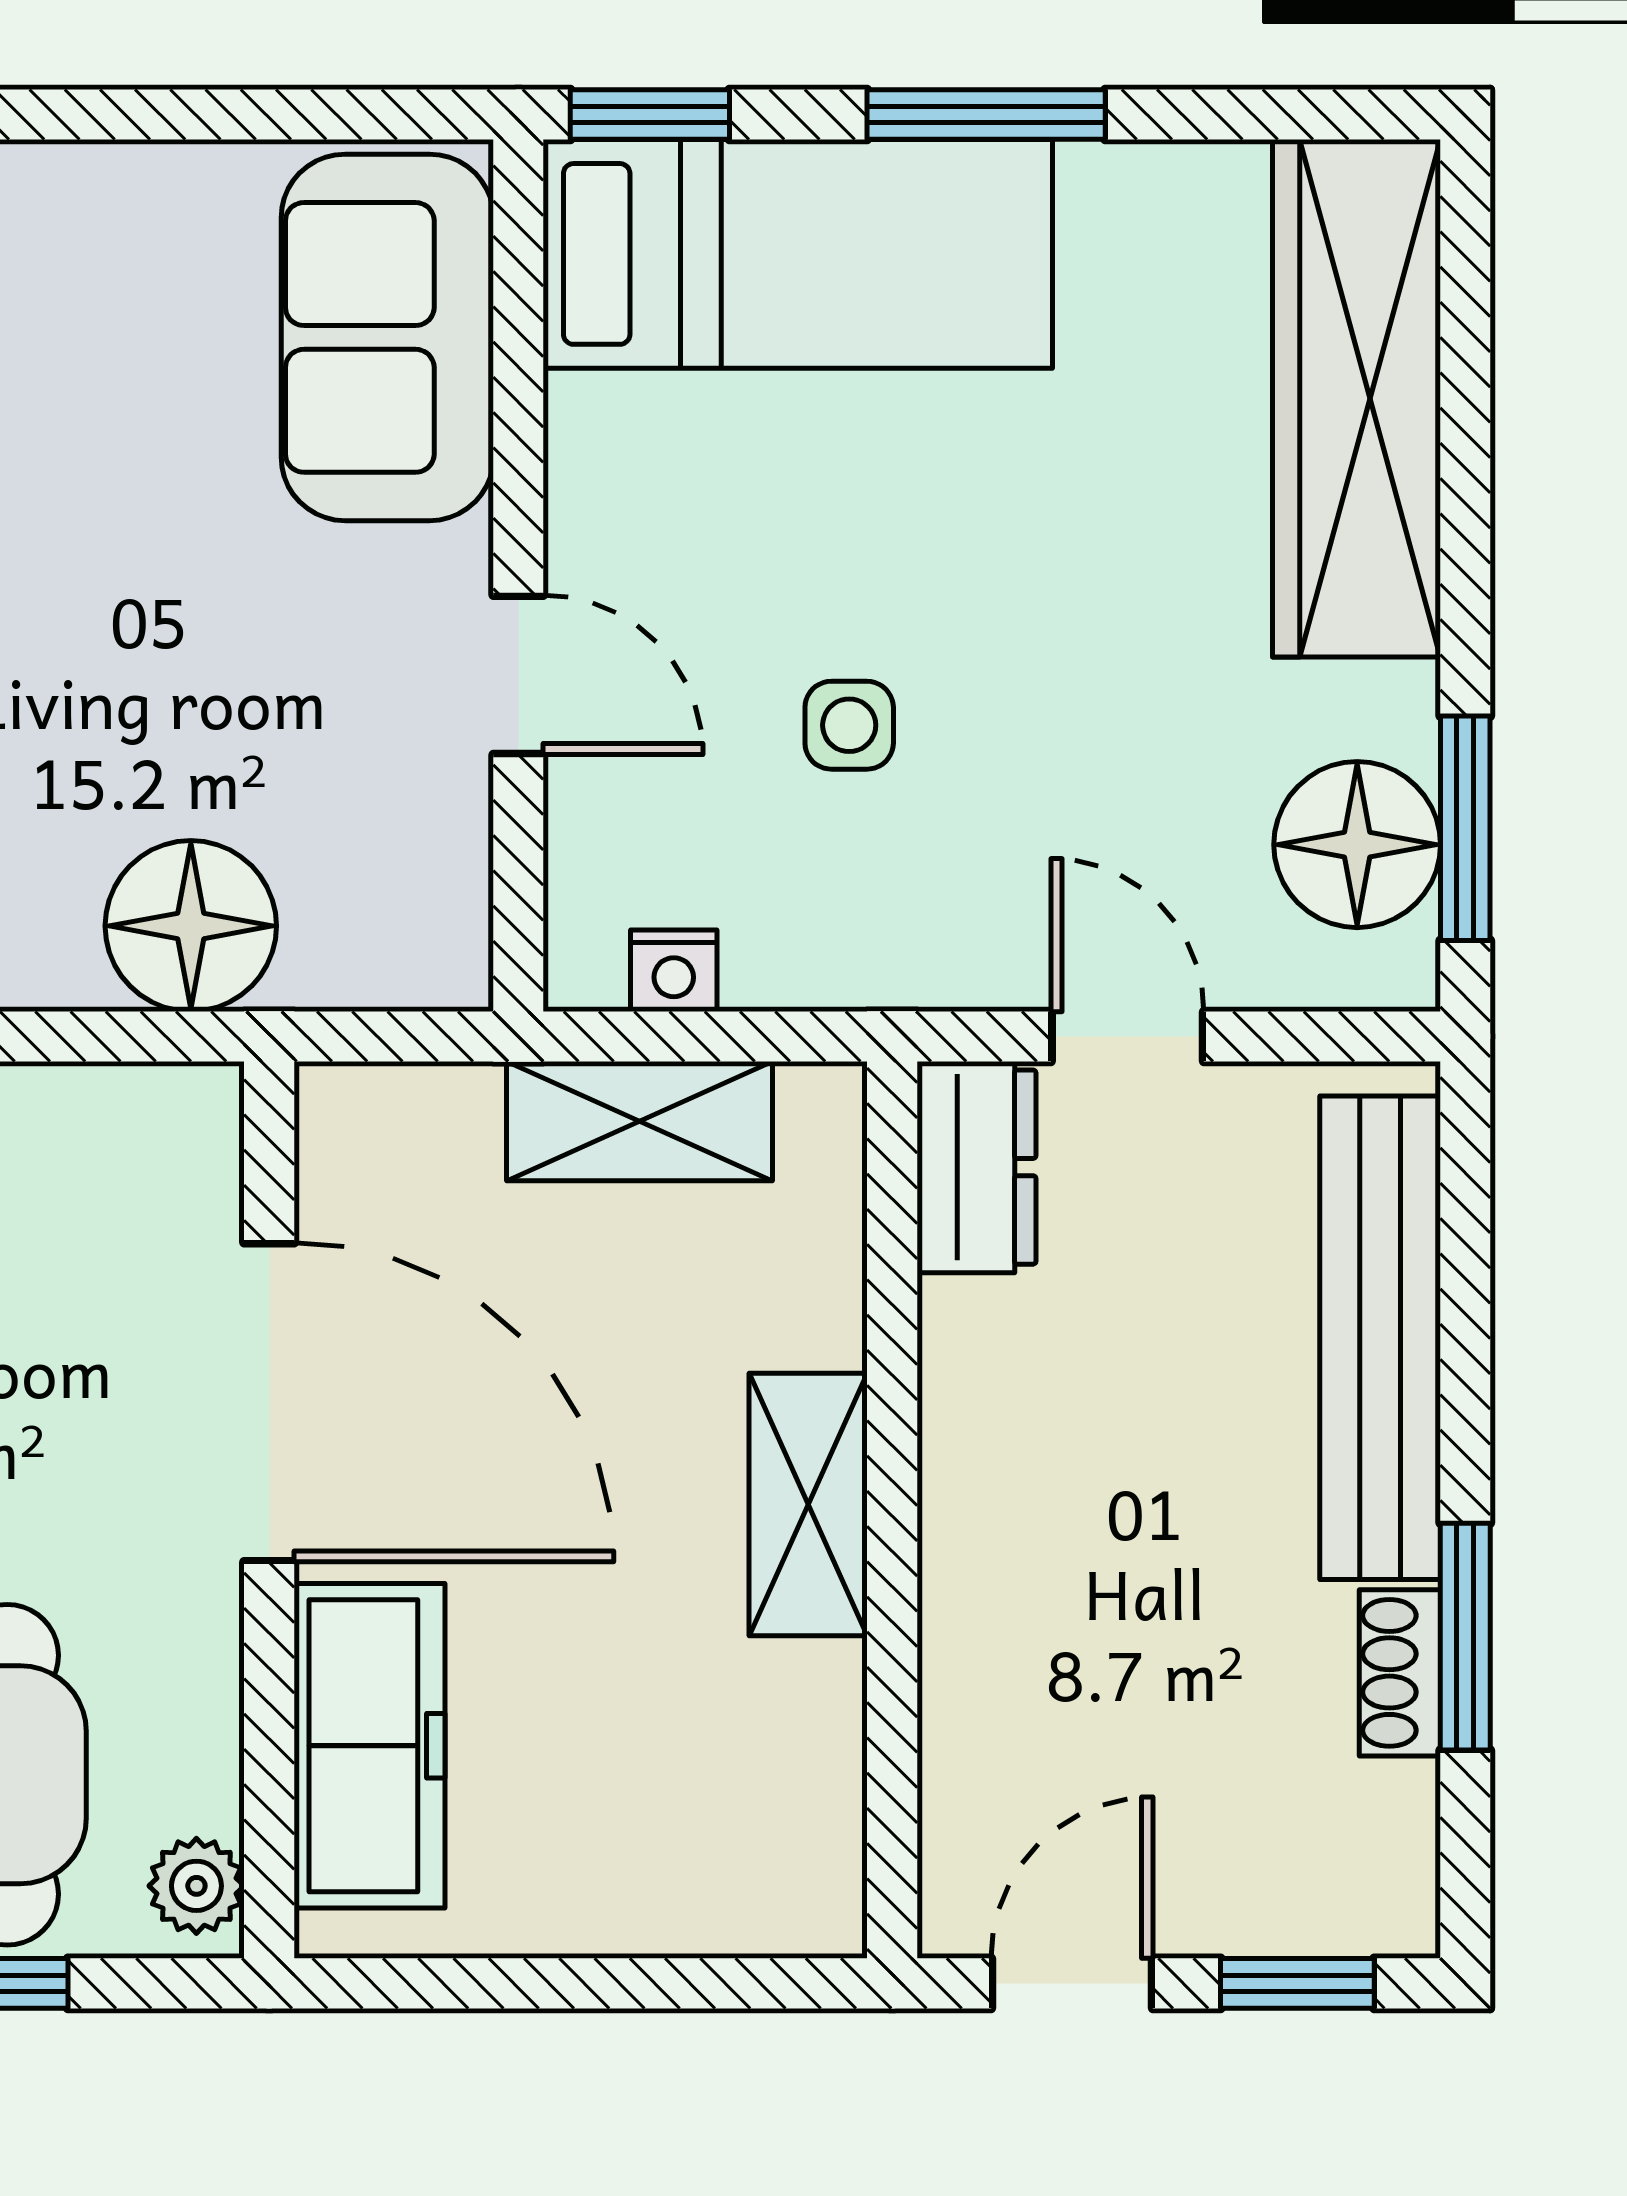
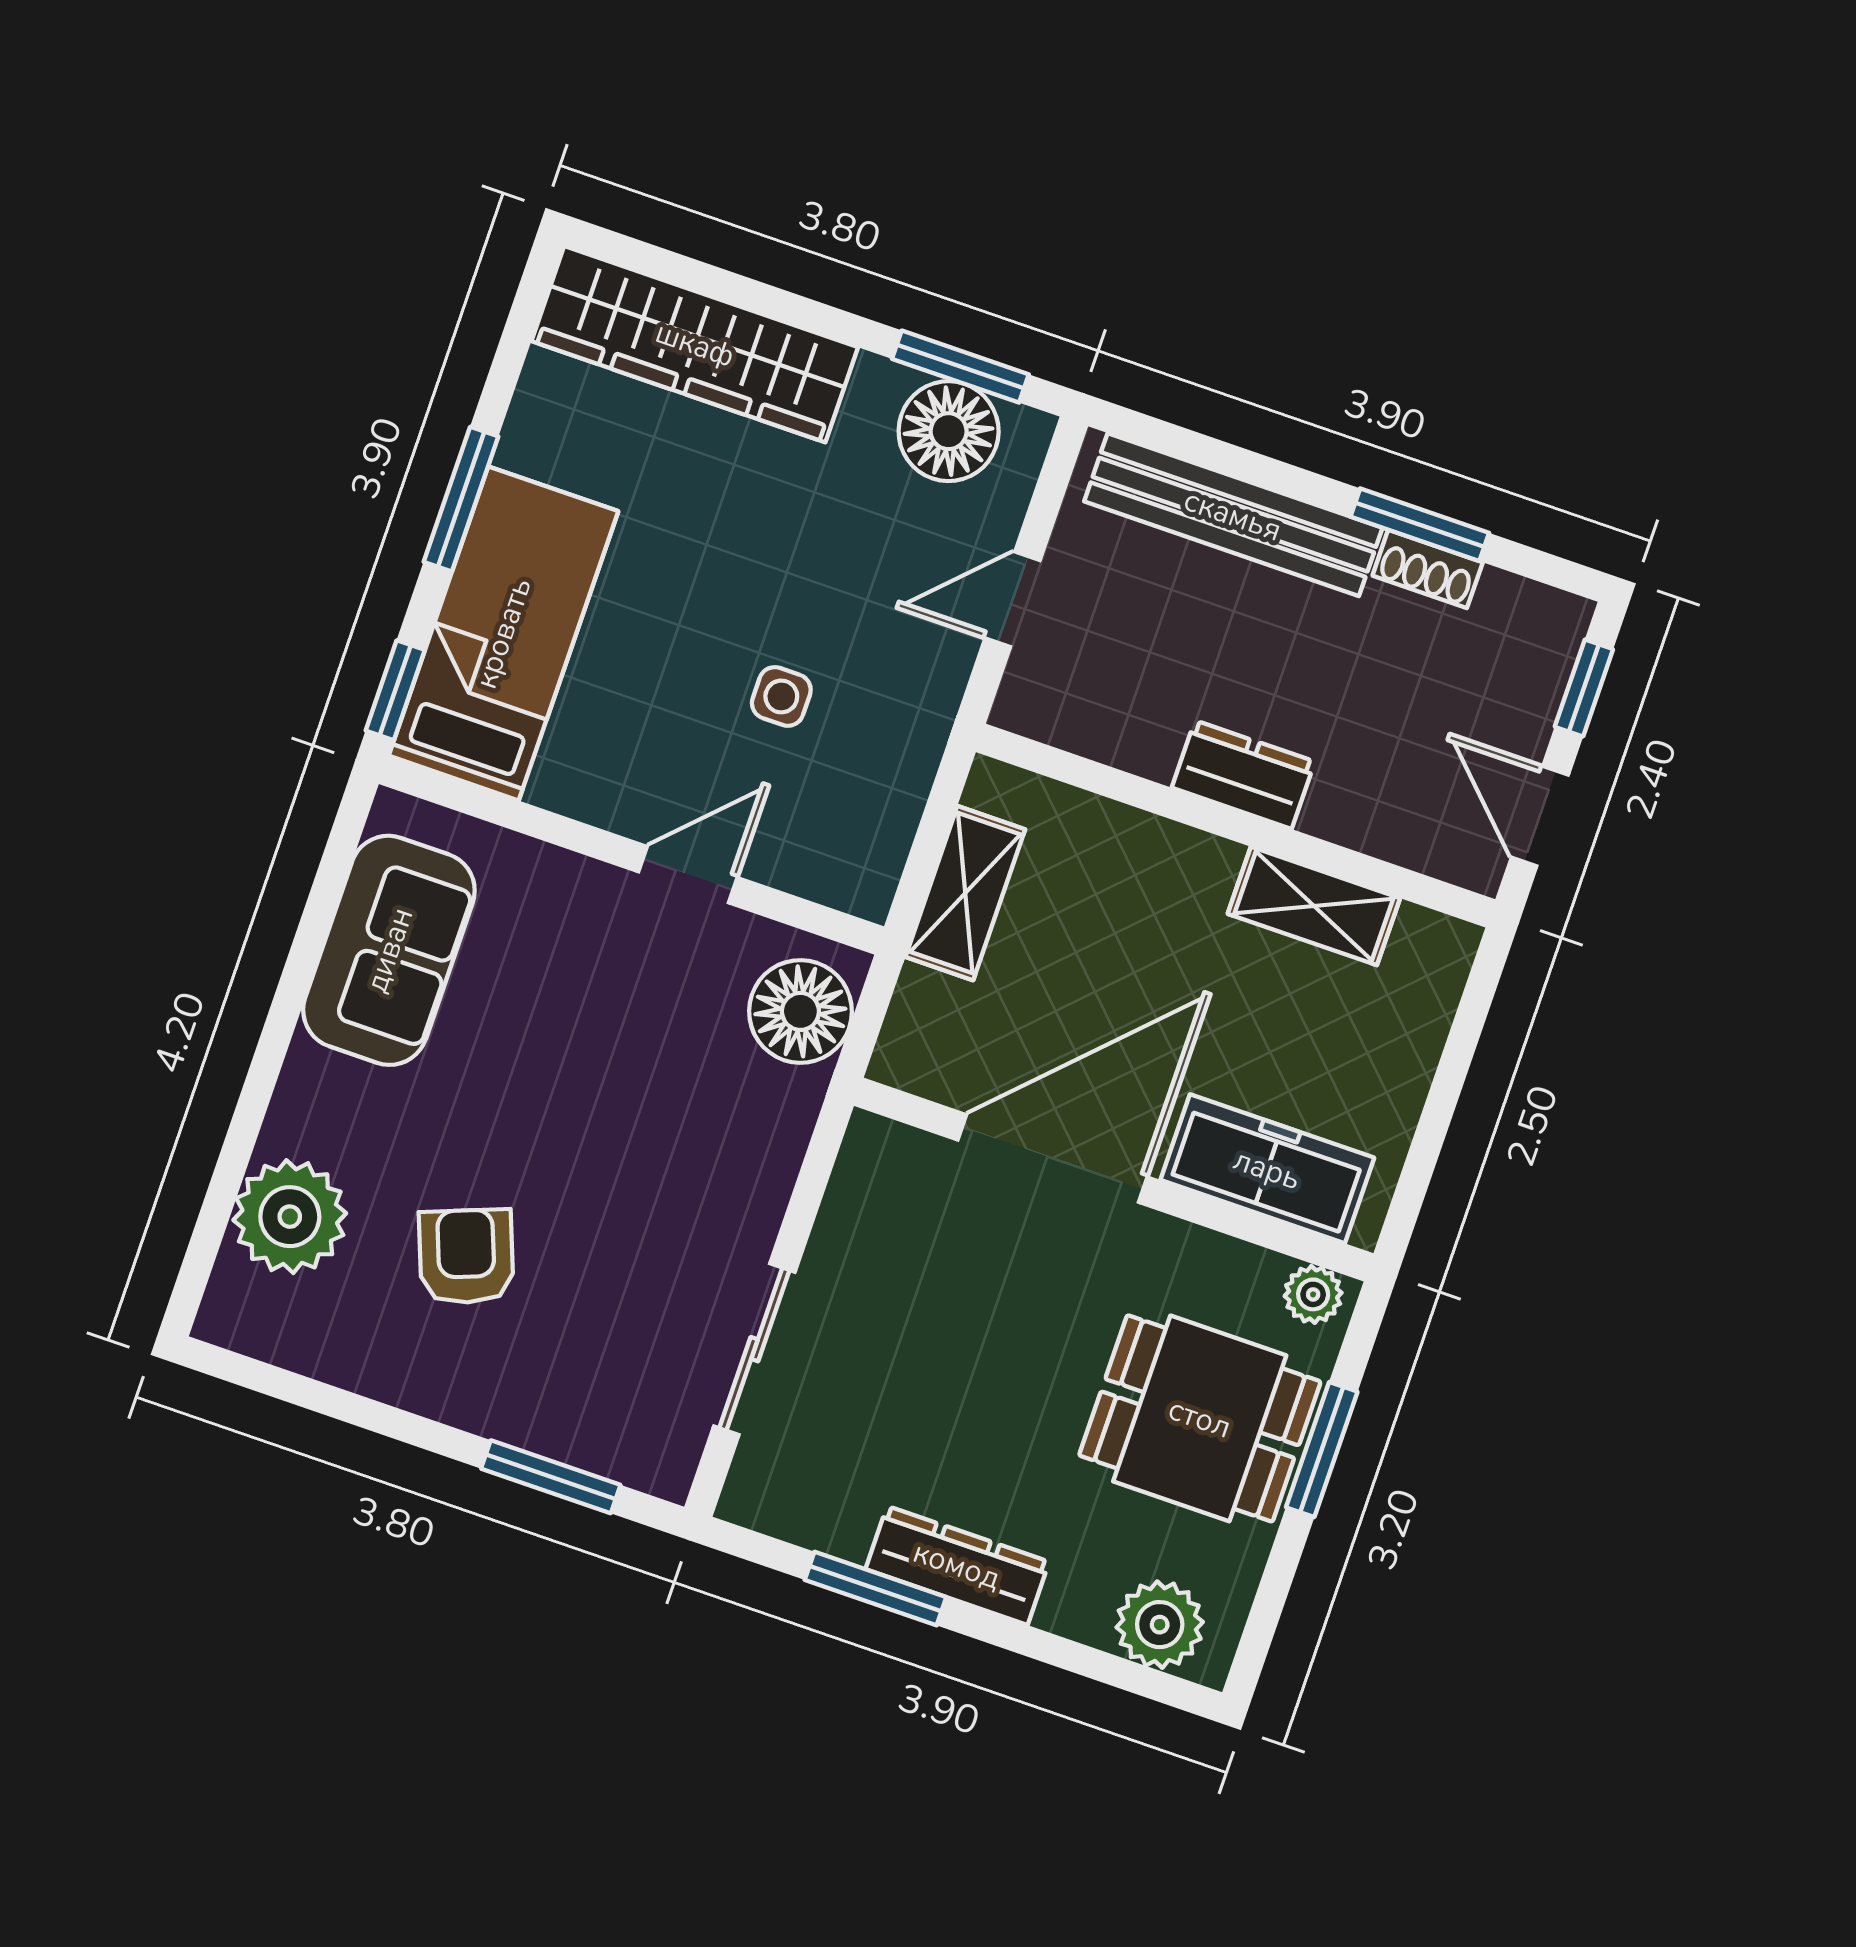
sofa: (387, 337) -> (389, 950), moved, turned -90
floor lamp: (191, 926) -> (800, 1011), moved
nightstand: (674, 971) -> (886, 844), removed
dresser: (976, 1167) -> (1243, 775), moved
shelving: (808, 1505) -> (1314, 906), moved

